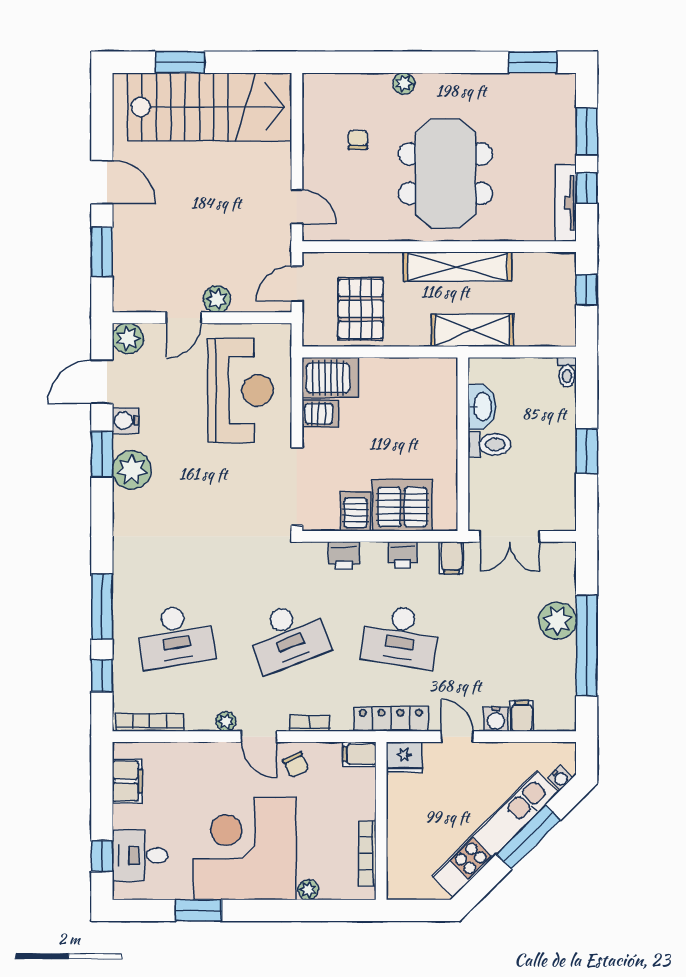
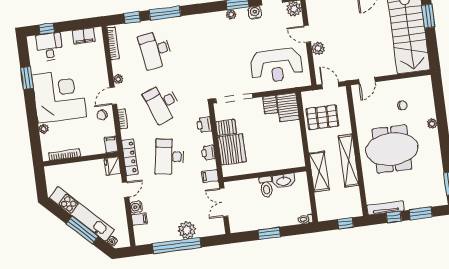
plant: (132, 470) -> (231, 14), width x0.53, depth x0.53

